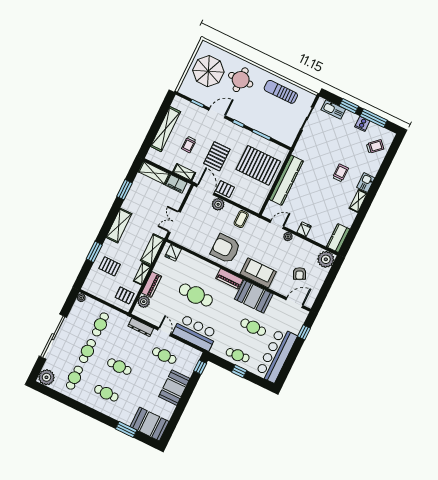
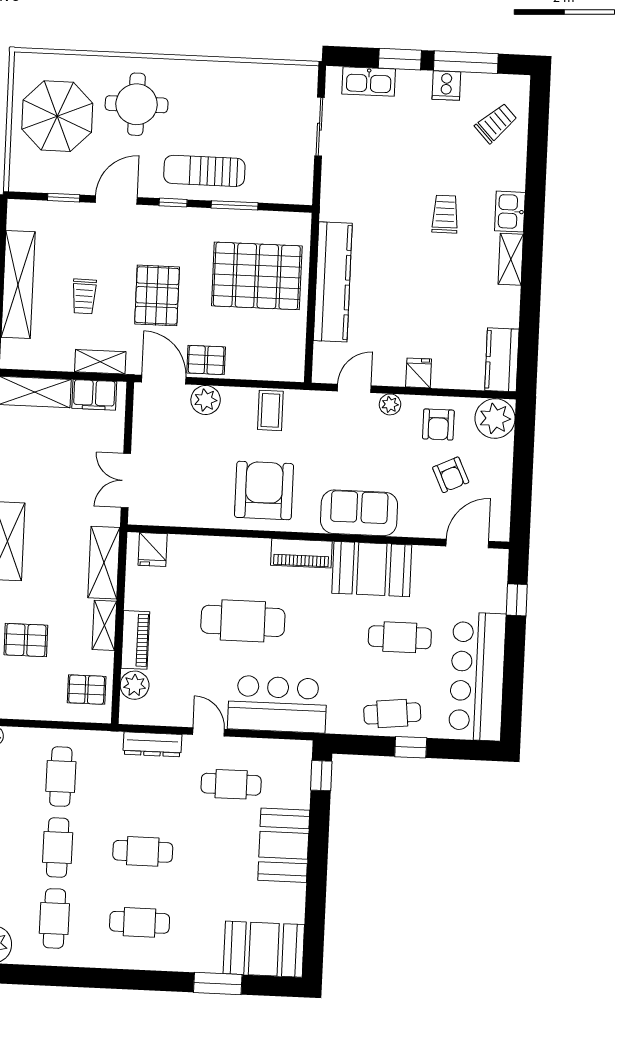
sun lounger: (281, 92) -> (204, 171), moved
armchair: (225, 249) -> (264, 490), turned 90
armchair: (303, 252) -> (438, 425), added

